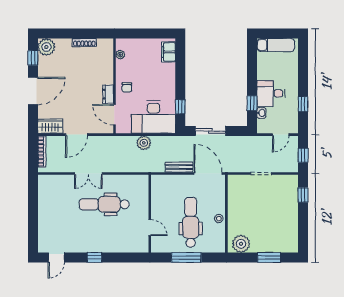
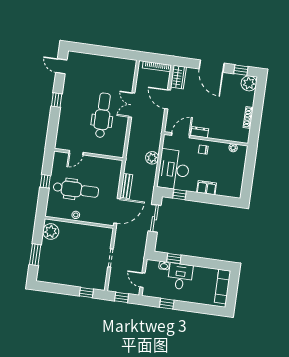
filing cabinet: (169, 52) -> (207, 188), moved
window: (186, 257) -> (45, 181), width x0.46

